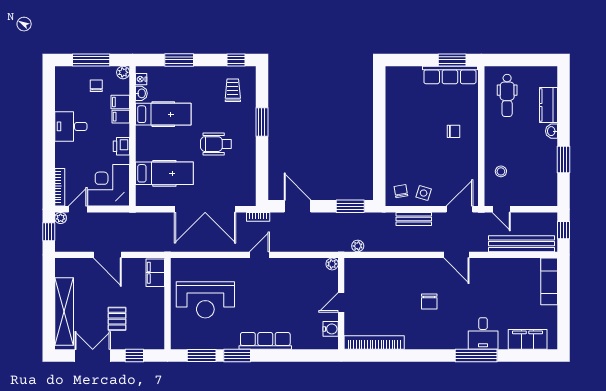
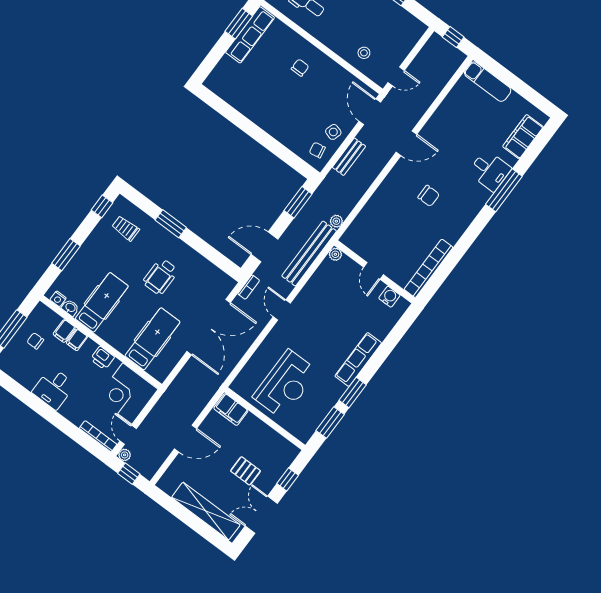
plant: (123, 72) -> (41, 310), removed
bench: (521, 244) -> (309, 254), moved

